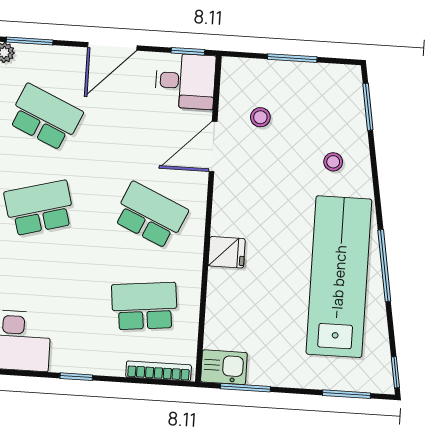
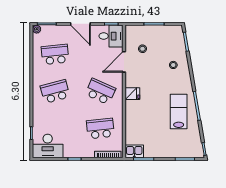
door: (112, 46) -> (80, 24), hinge flipped
school desk: (45, 117) -> (55, 54), turned -30
fridge: (227, 252) -> (132, 94), moved
lab bench: (339, 277) -> (179, 112), width x0.54, depth x0.72

